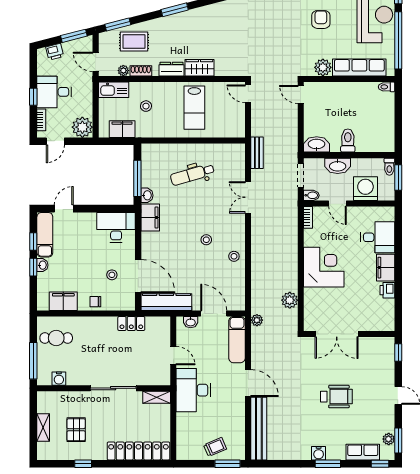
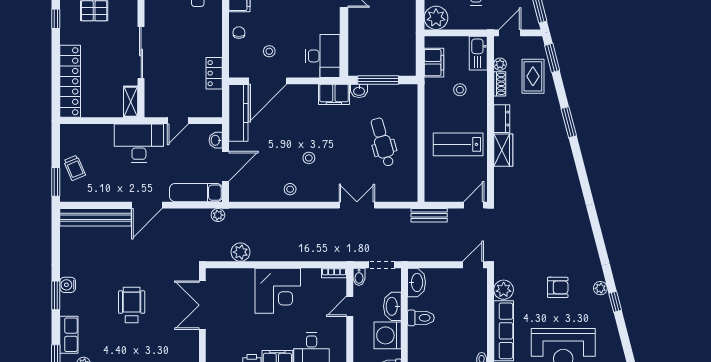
bench: (257, 153) -> (429, 215), moved
washing machine: (365, 189) -> (388, 335), moved, turned 180
wheelchair: (336, 397) -> (132, 305), turned 180

